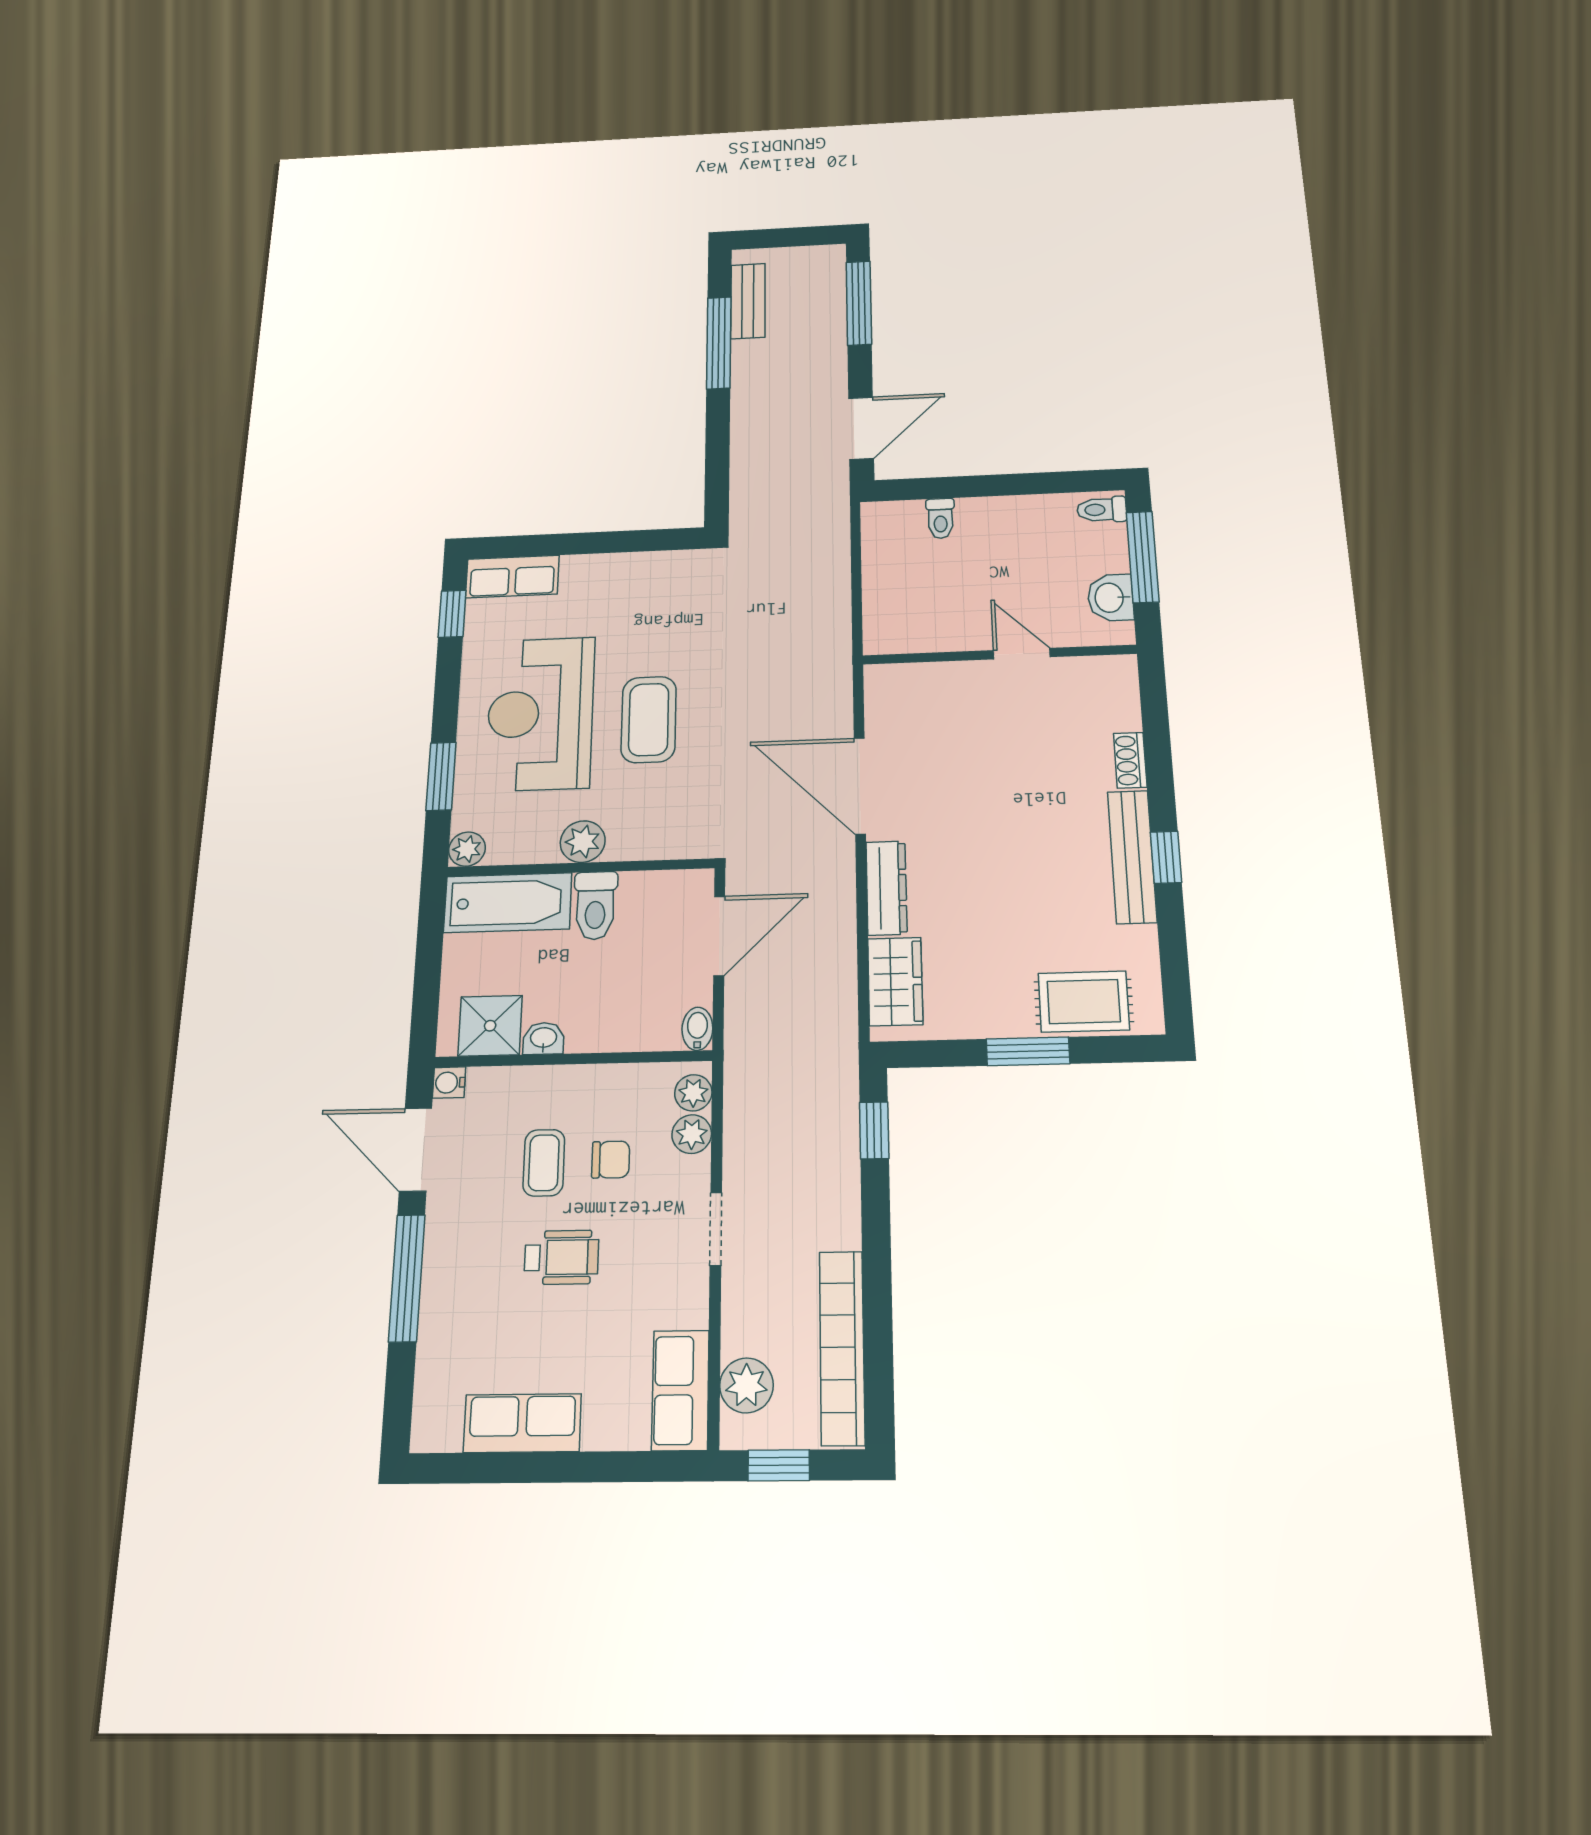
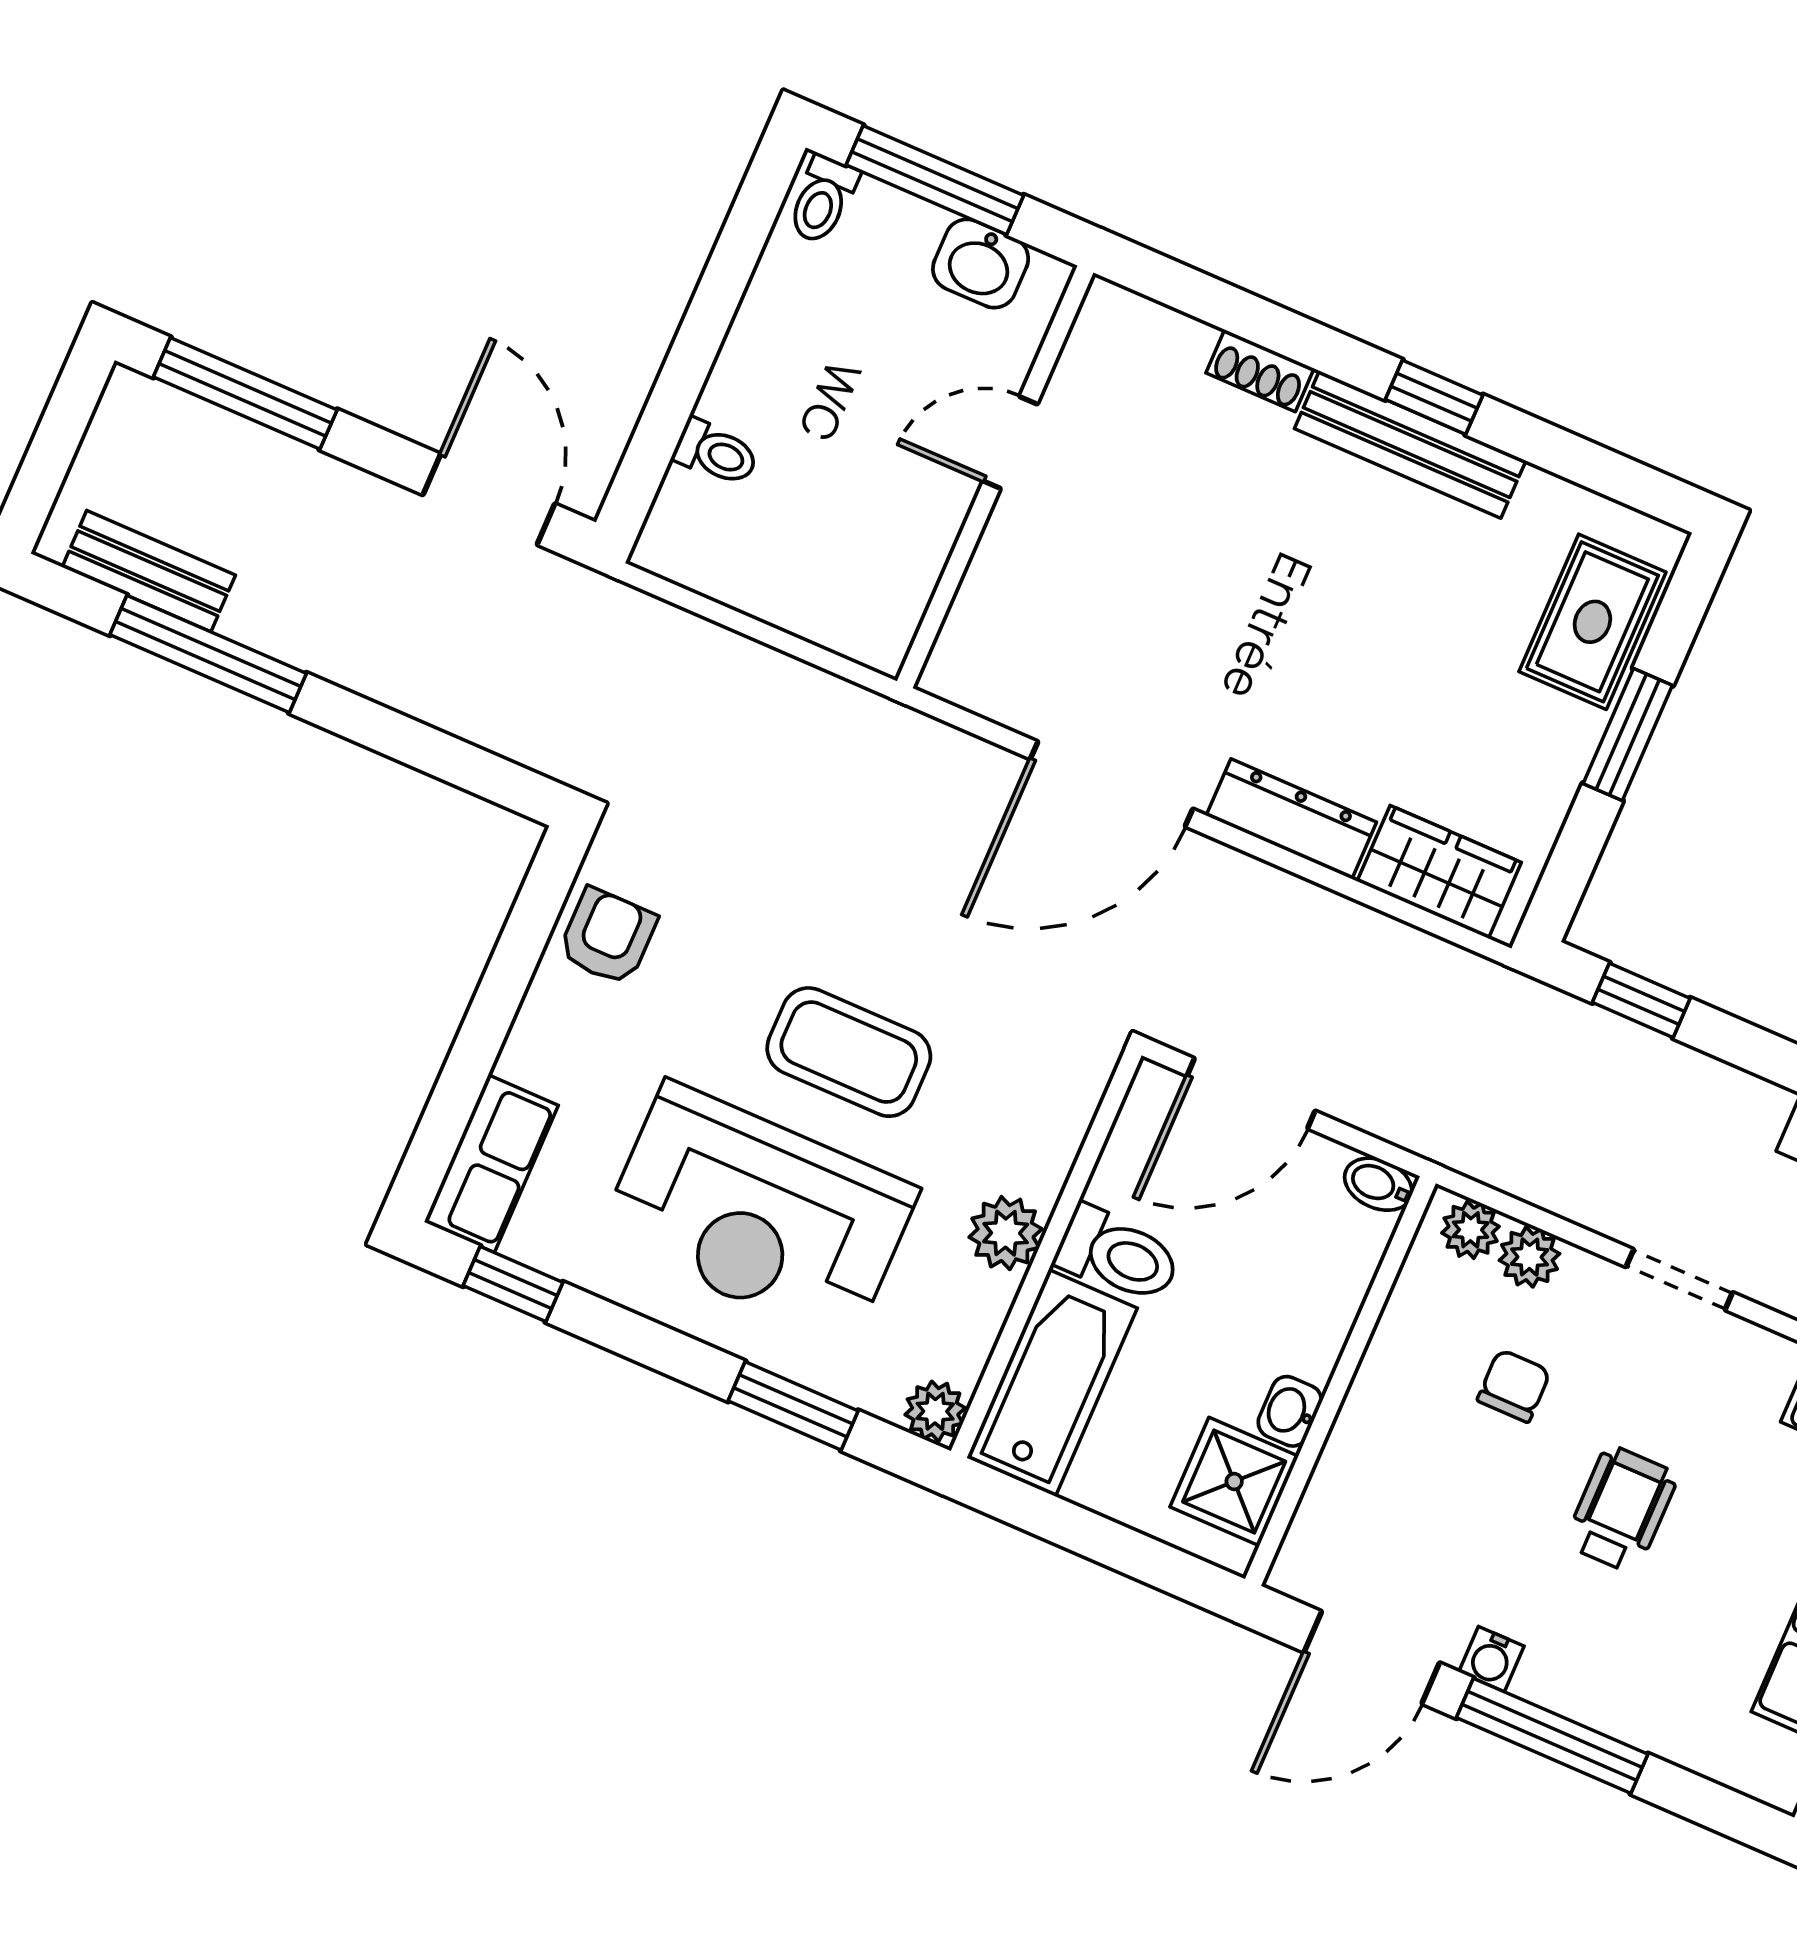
armchair: (658, 578) -> (608, 936), added
door: (719, 936) -> (1251, 1093), swing flipped
water cooler: (449, 1083) -> (1491, 1659), moved
coffee table: (544, 1163) -> (1475, 1482), removed

